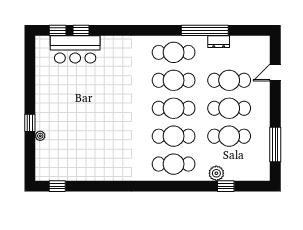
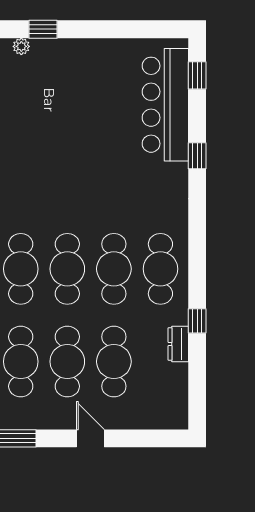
window: (81, 30) -> (197, 156), moved
window: (205, 30) -> (197, 321), width x0.32
bar counter: (75, 49) -> (165, 105), width x1.36
door: (275, 73) -> (90, 438), moved

